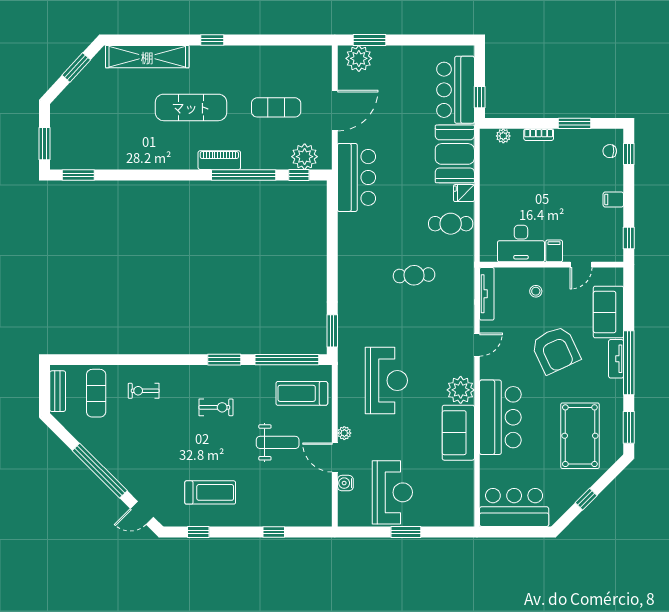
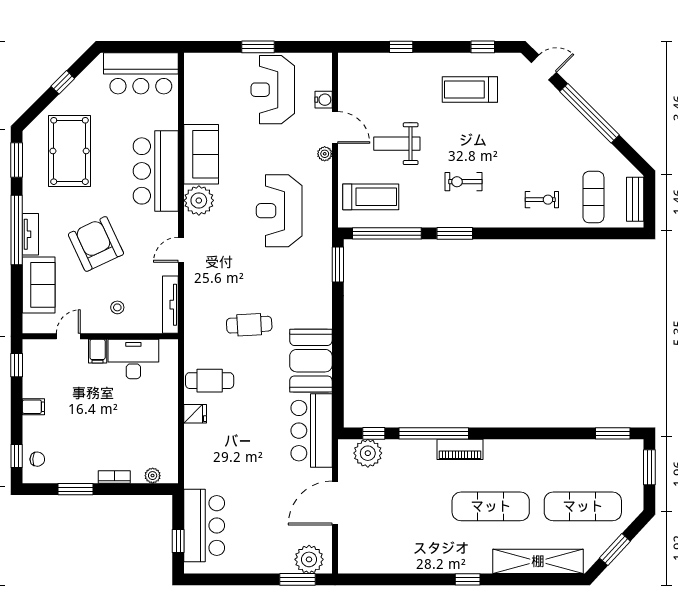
window: (480, 97) -> (178, 541), moved
exercise mat: (276, 107) -> (583, 506), moved, width x1.36, depth x1.45
booth: (455, 154) -> (311, 361), moved

